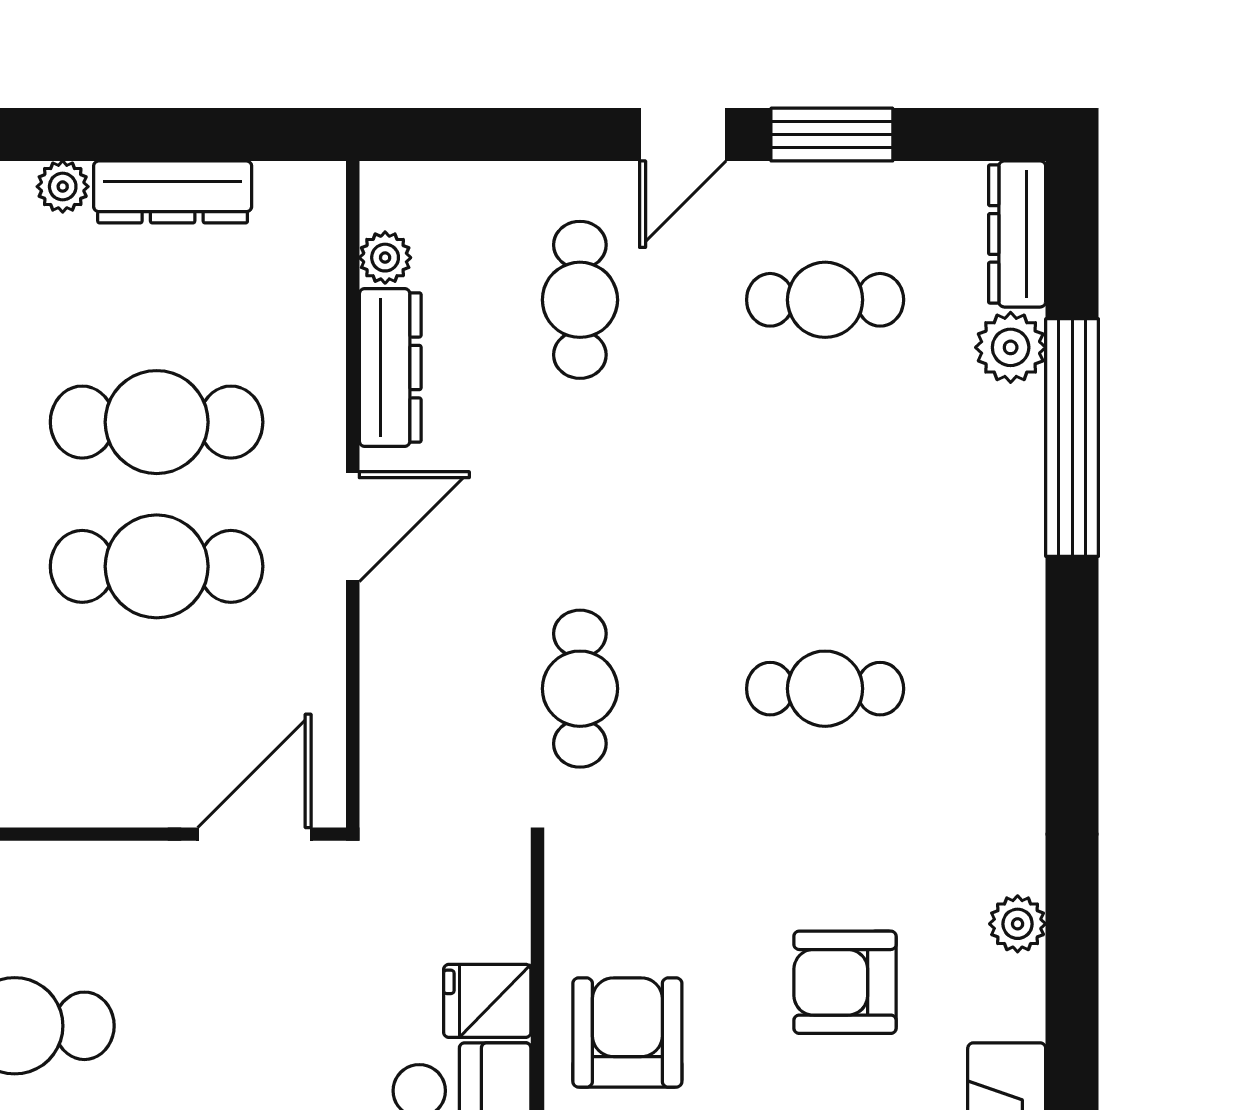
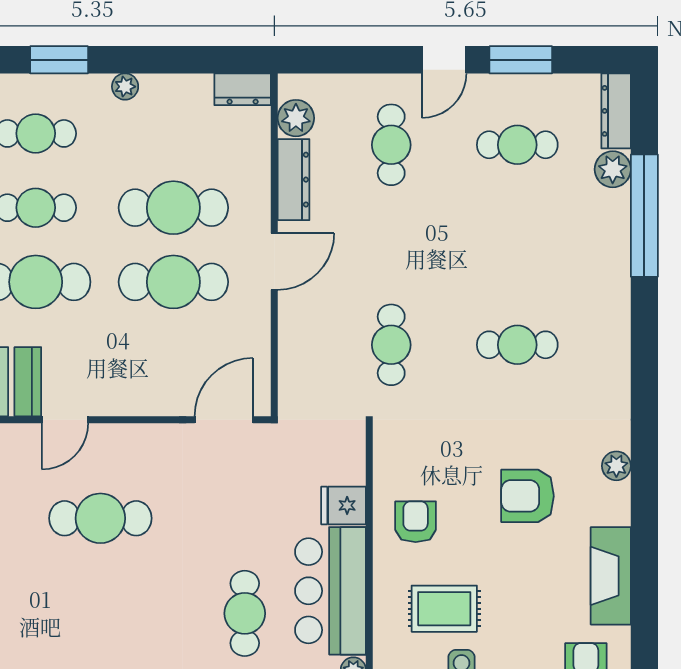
dresser: (173, 192) -> (243, 89), moved, width x0.70
plant: (385, 258) -> (296, 118), width x1.38, depth x1.38
armchair: (627, 1032) -> (416, 522), width x0.72, depth x0.72

